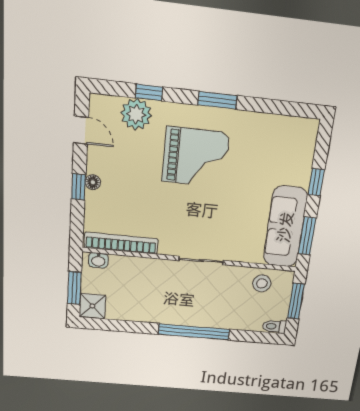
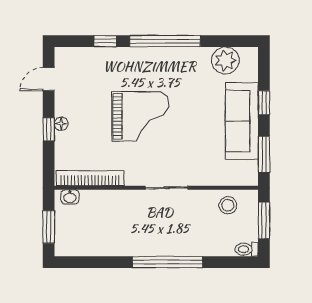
window: (217, 100) -> (165, 41), width x2.11
plant: (136, 114) -> (225, 60), moved
door: (81, 130) -> (49, 79), swing flipped
grand piano: (196, 157) -> (140, 116), moved
sofa: (285, 227) -> (242, 121), moved
shower: (92, 306) -> (67, 244), removed

